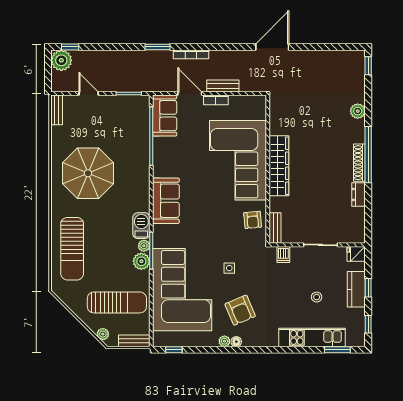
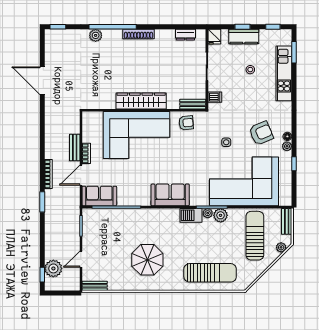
door: (272, 47) -> (42, 81), moved
plant: (61, 60) -> (53, 268), moved
window: (368, 155) -> (113, 27), moved
parasol: (88, 173) -> (147, 260), width x0.73, depth x0.73
dresser: (359, 194) -> (185, 35), moved
window: (174, 350) -> (294, 164), moved

